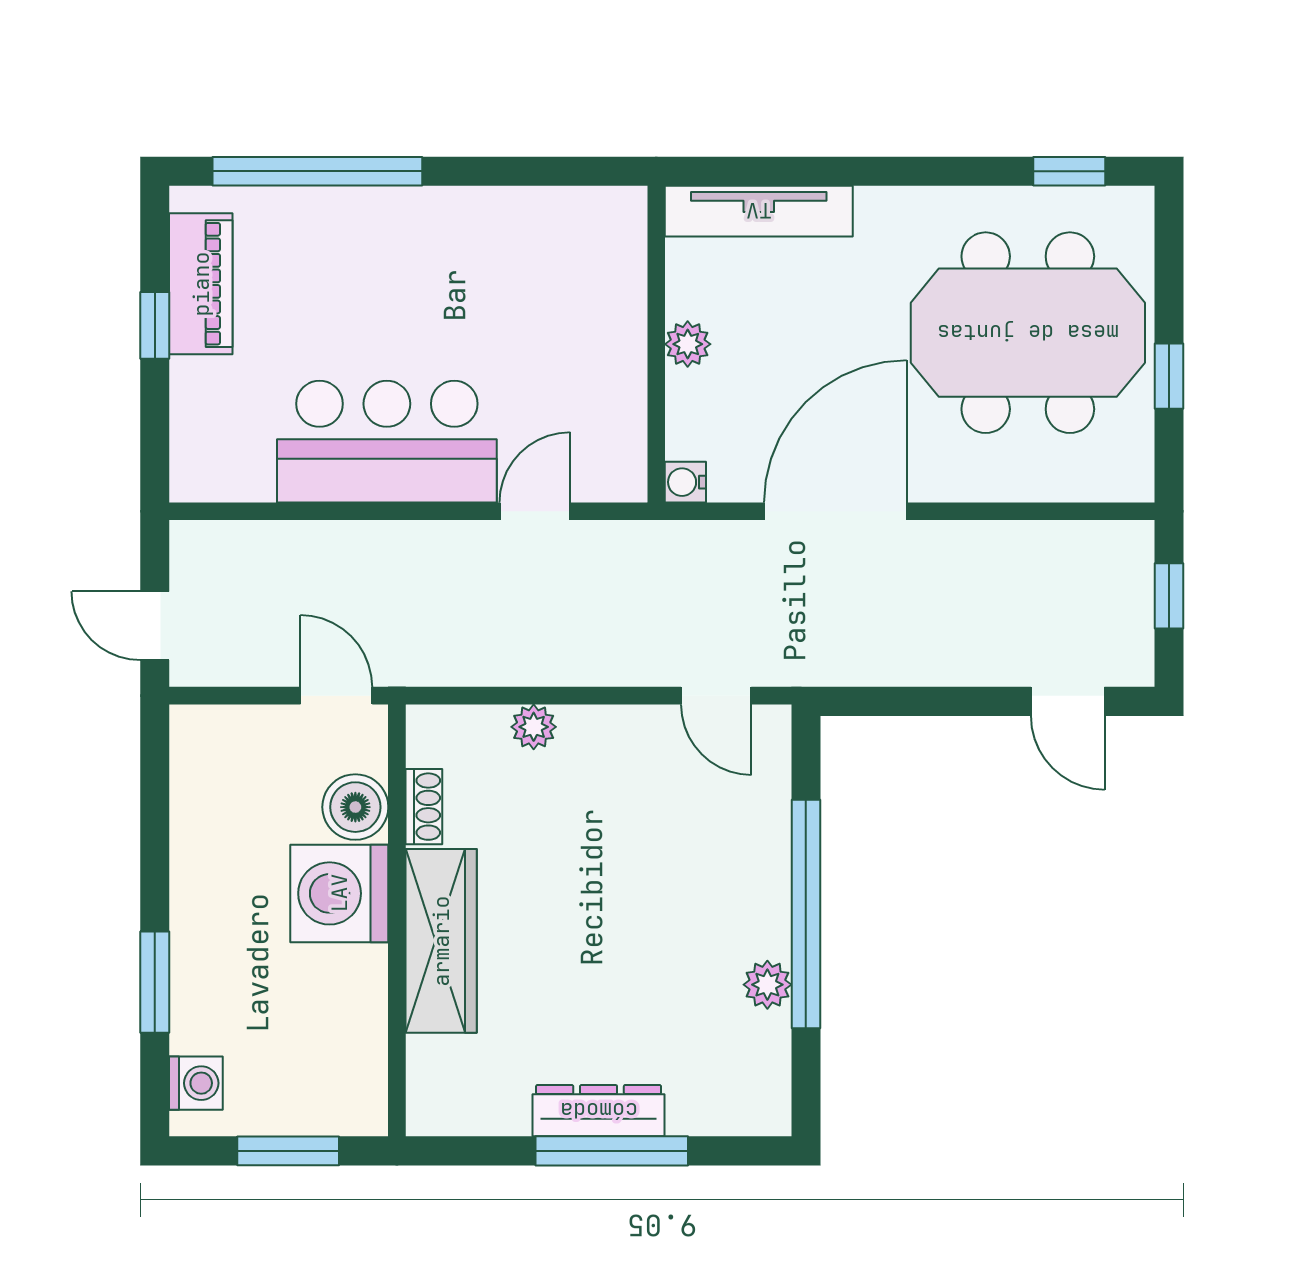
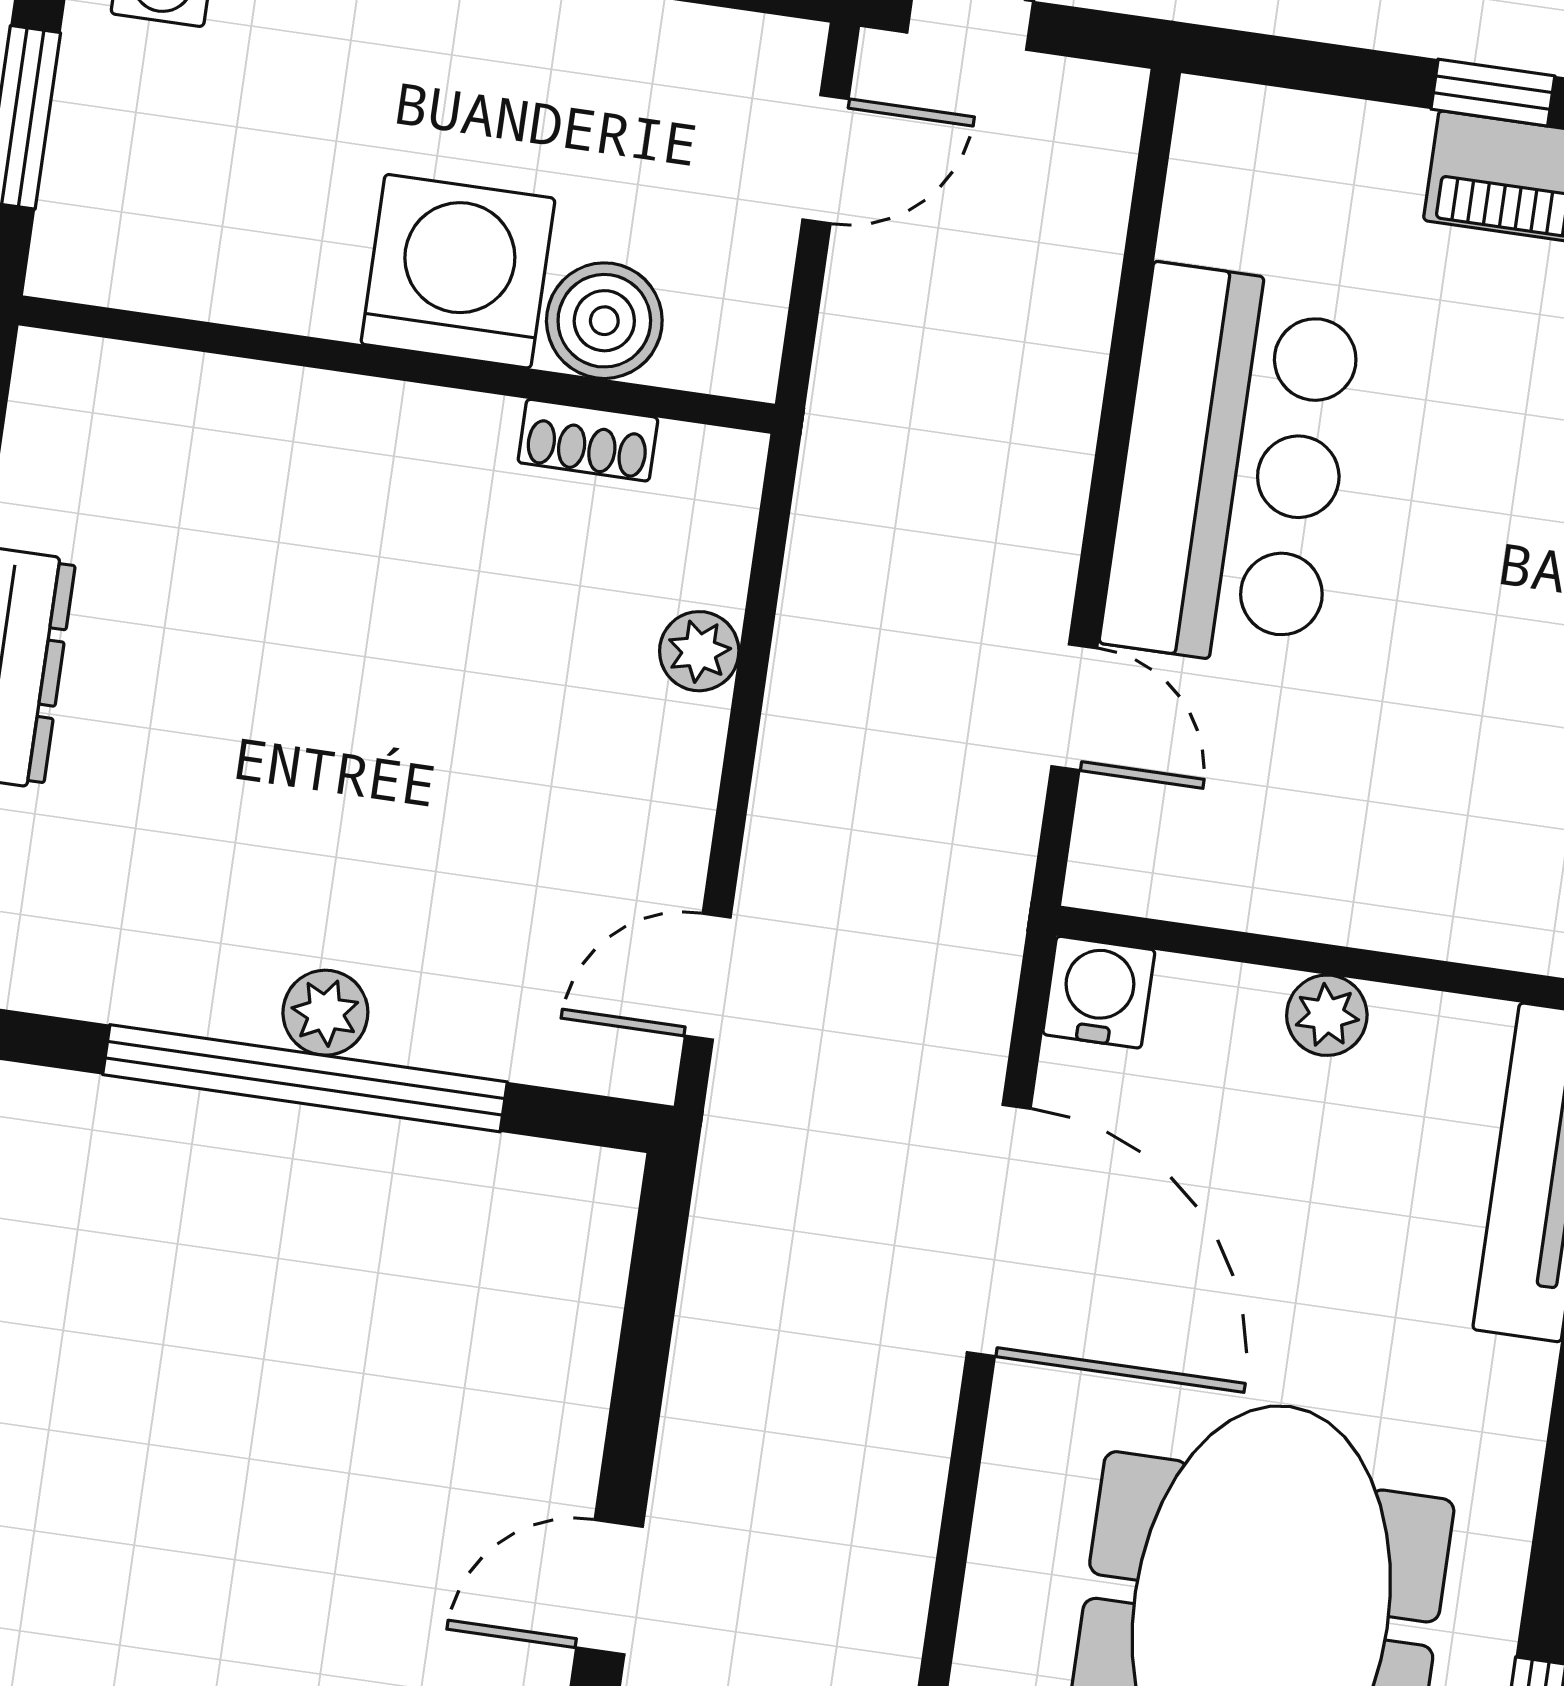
water cooler: (685, 482) -> (1099, 992), width x1.38, depth x1.38
door: (336, 696) -> (826, 159), moved
wardrobe: (441, 941) -> (350, 436), removed
plant: (767, 985) -> (325, 1013), moved

